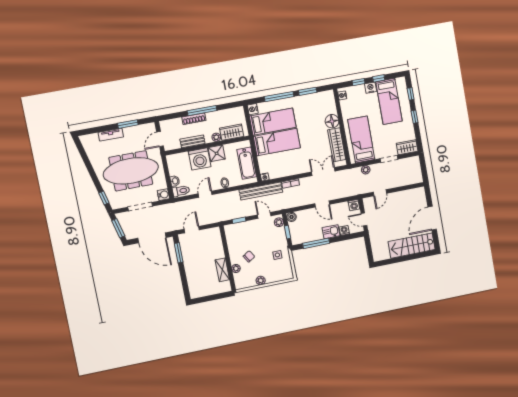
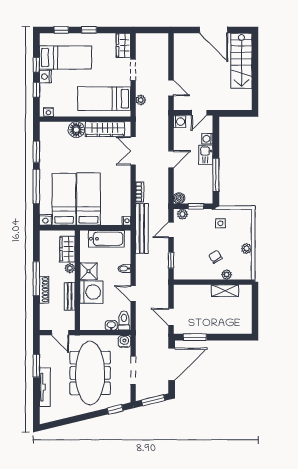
tv unit: (111, 135) -> (45, 387), width x1.41

